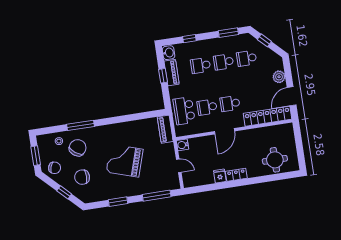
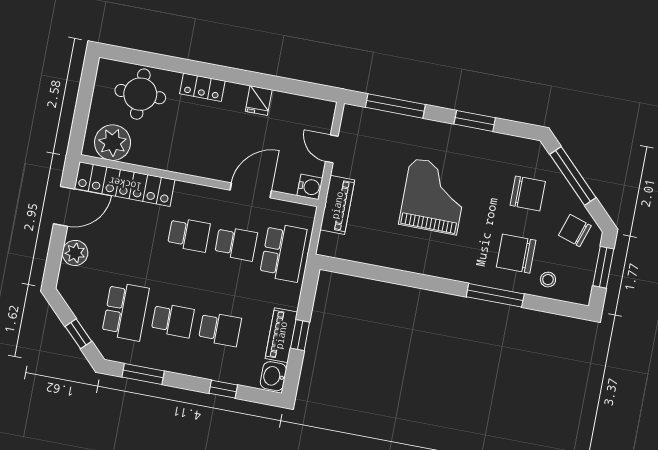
school desk: (247, 58) -> (125, 311), width x1.85
piano: (165, 129) -> (337, 205), moved
door: (225, 131) -> (251, 190), moved
plant: (280, 133) -> (113, 143), added
chair: (78, 148) -> (516, 254), turned 53
grand piano: (125, 161) -> (434, 196), turned -108
locker: (236, 175) -> (202, 87), moved
window: (64, 192) -> (573, 176), width x2.17

